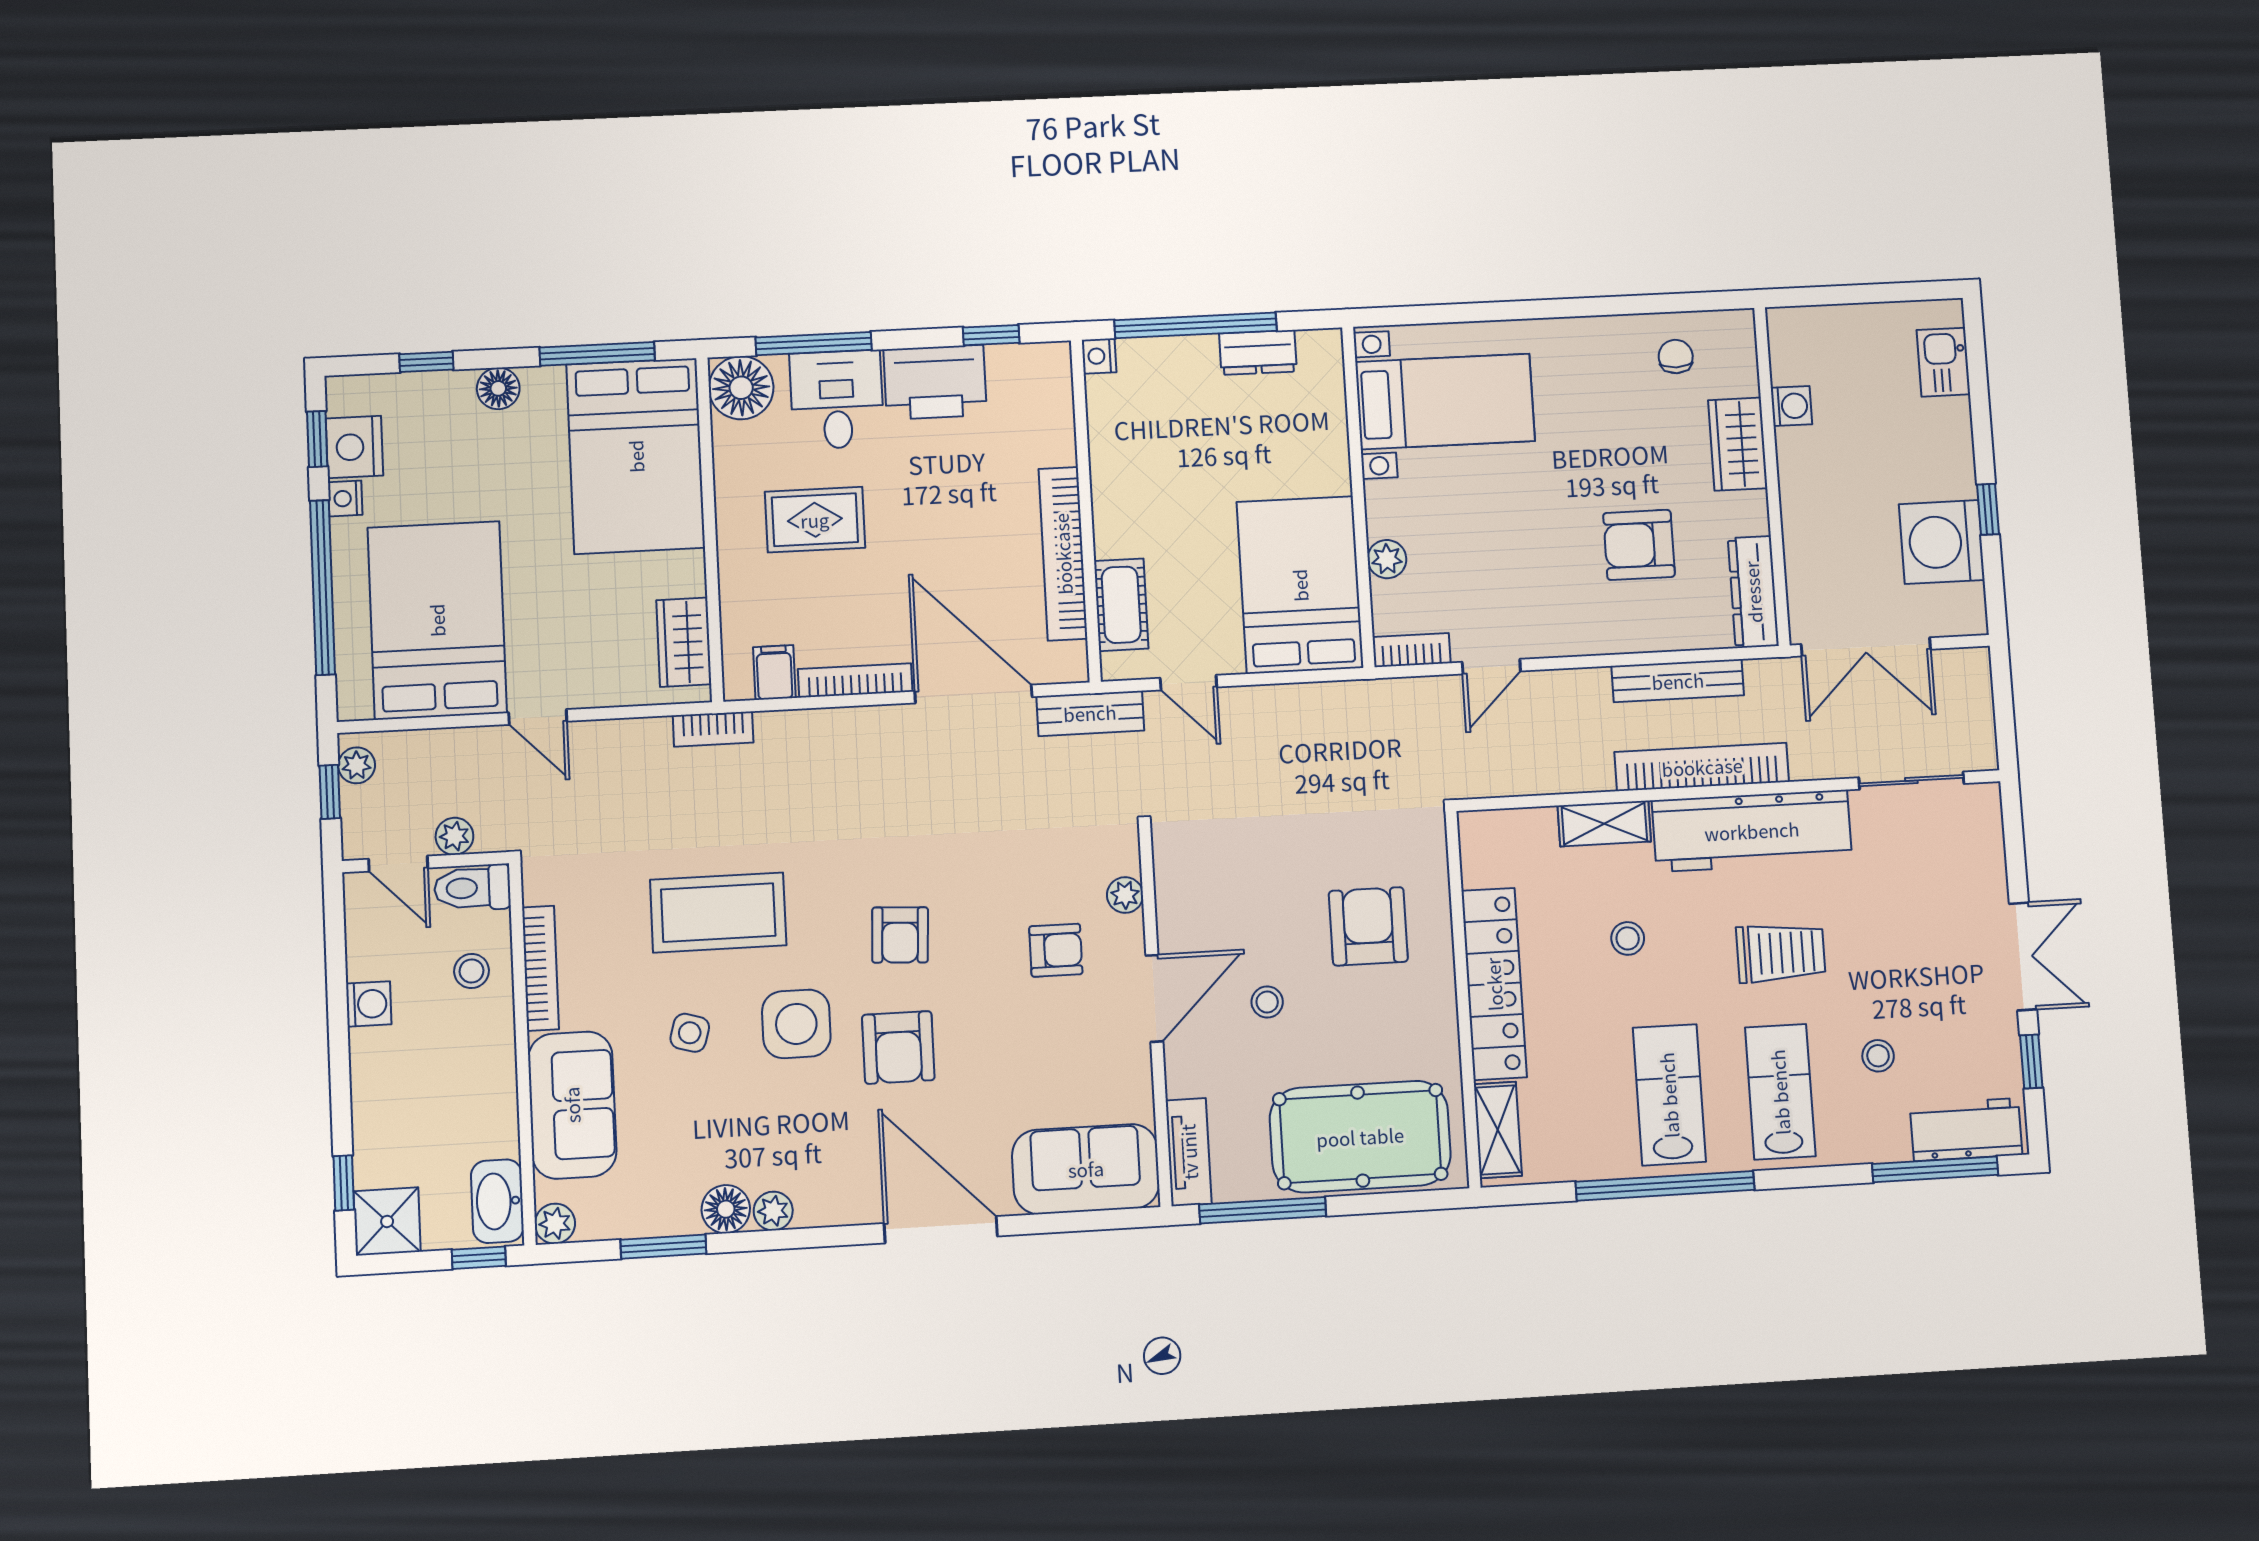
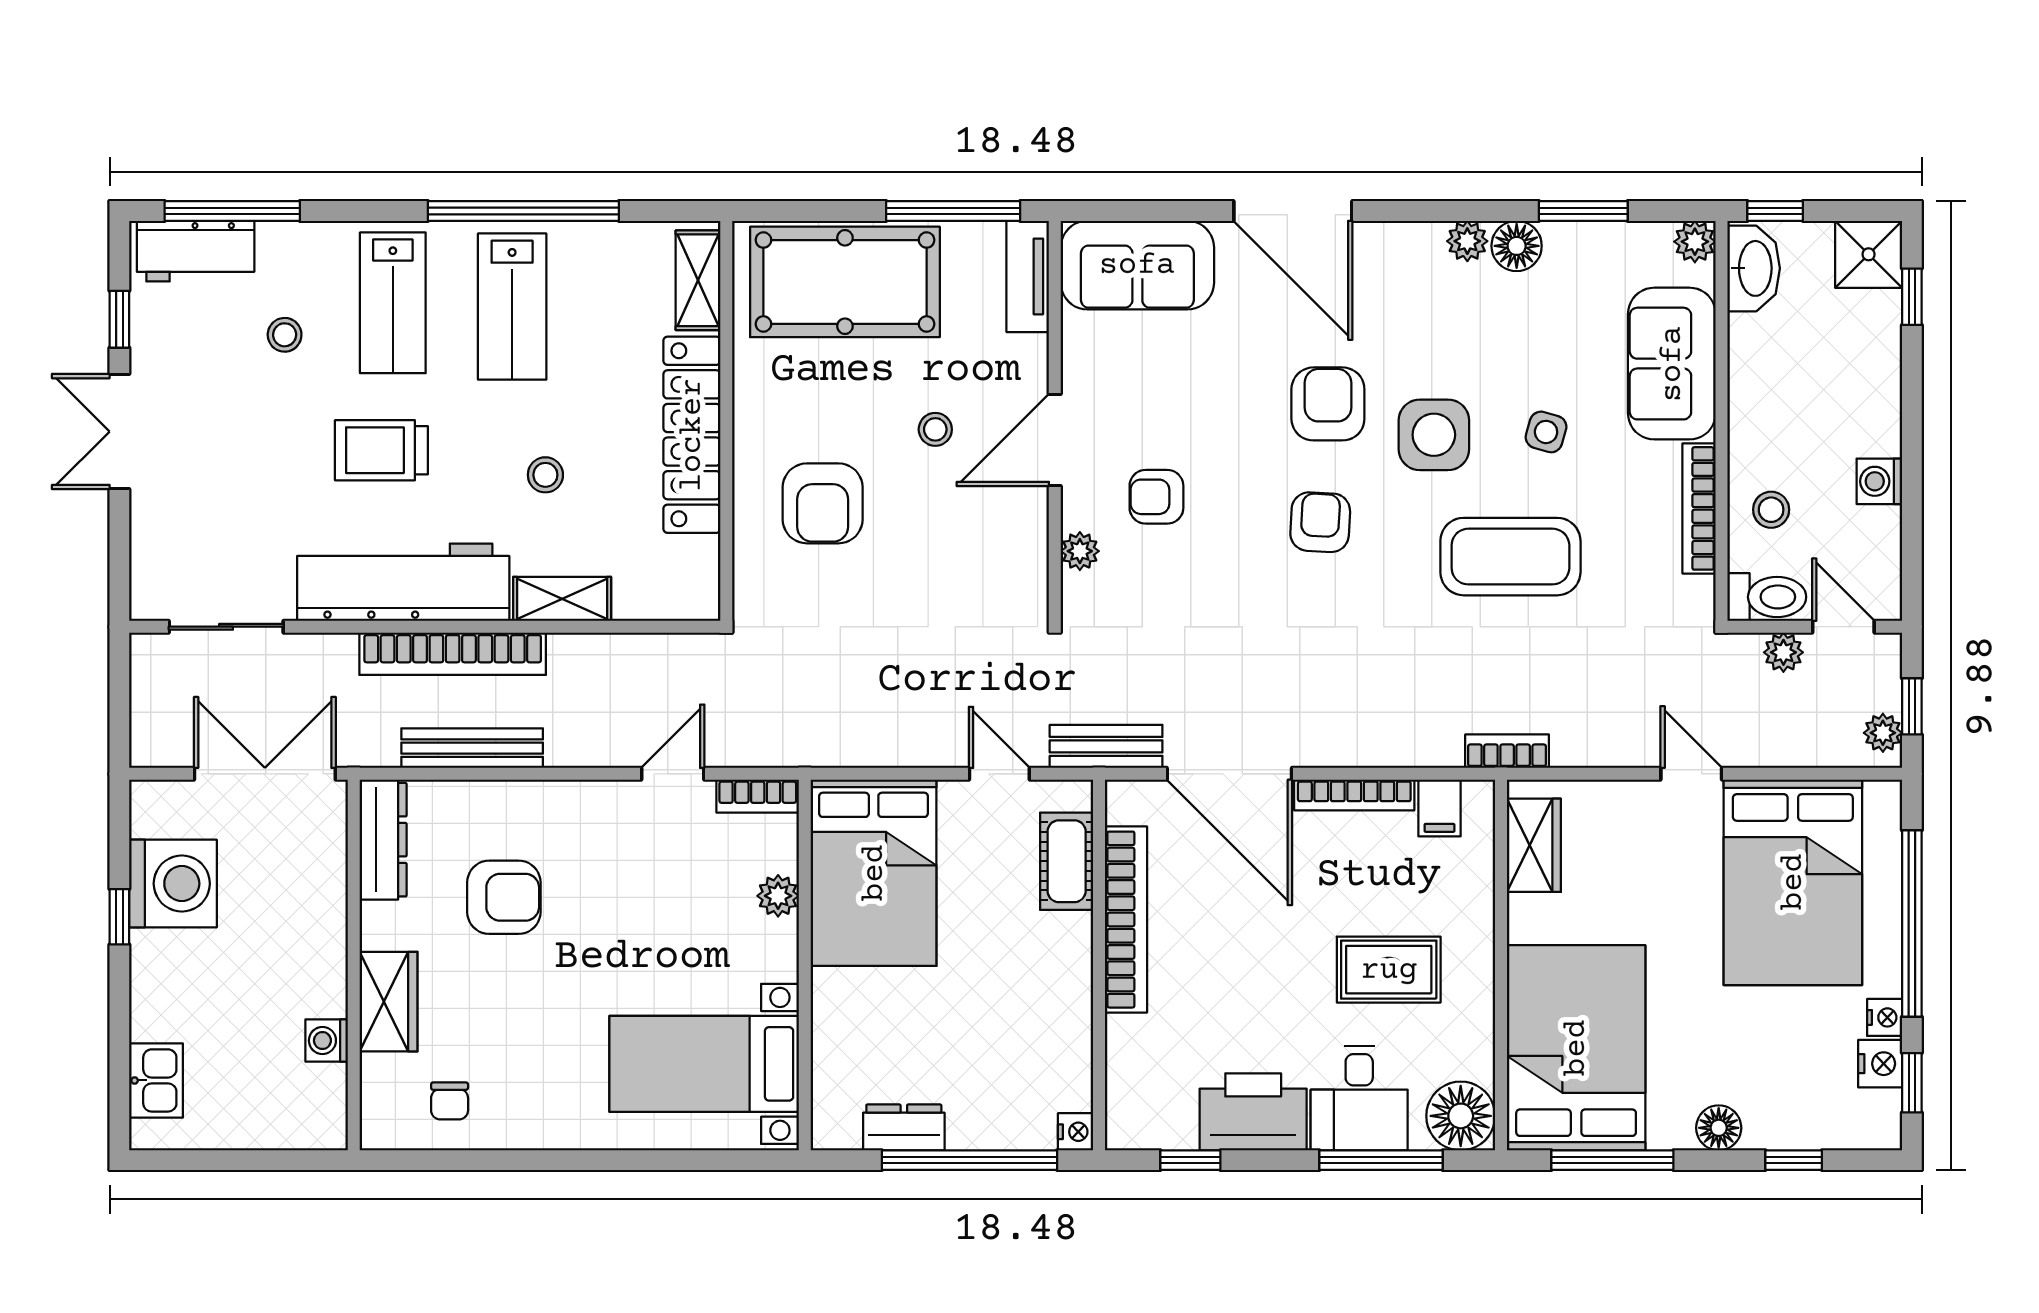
nightstand: (354, 447) -> (1880, 1064), width x0.74, depth x0.75

